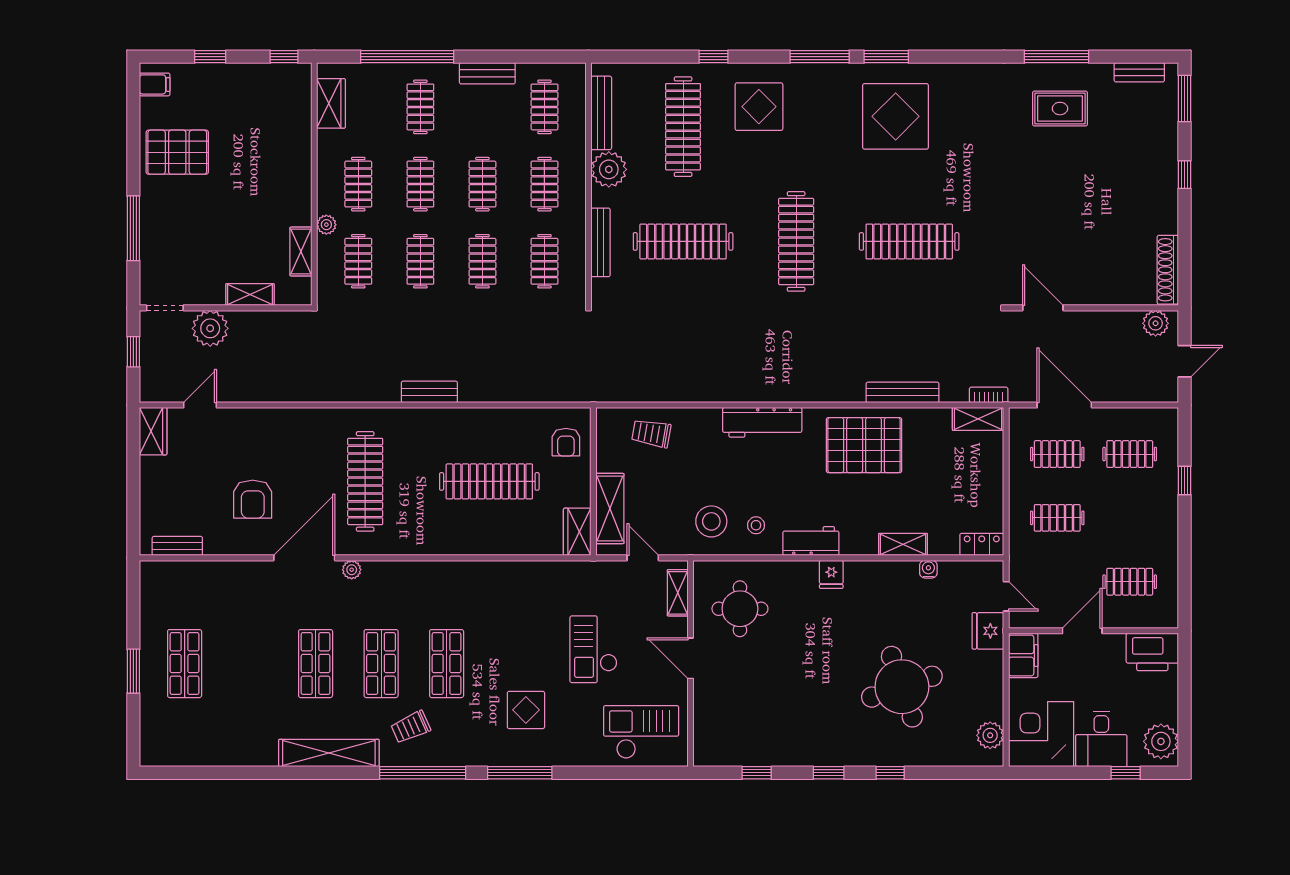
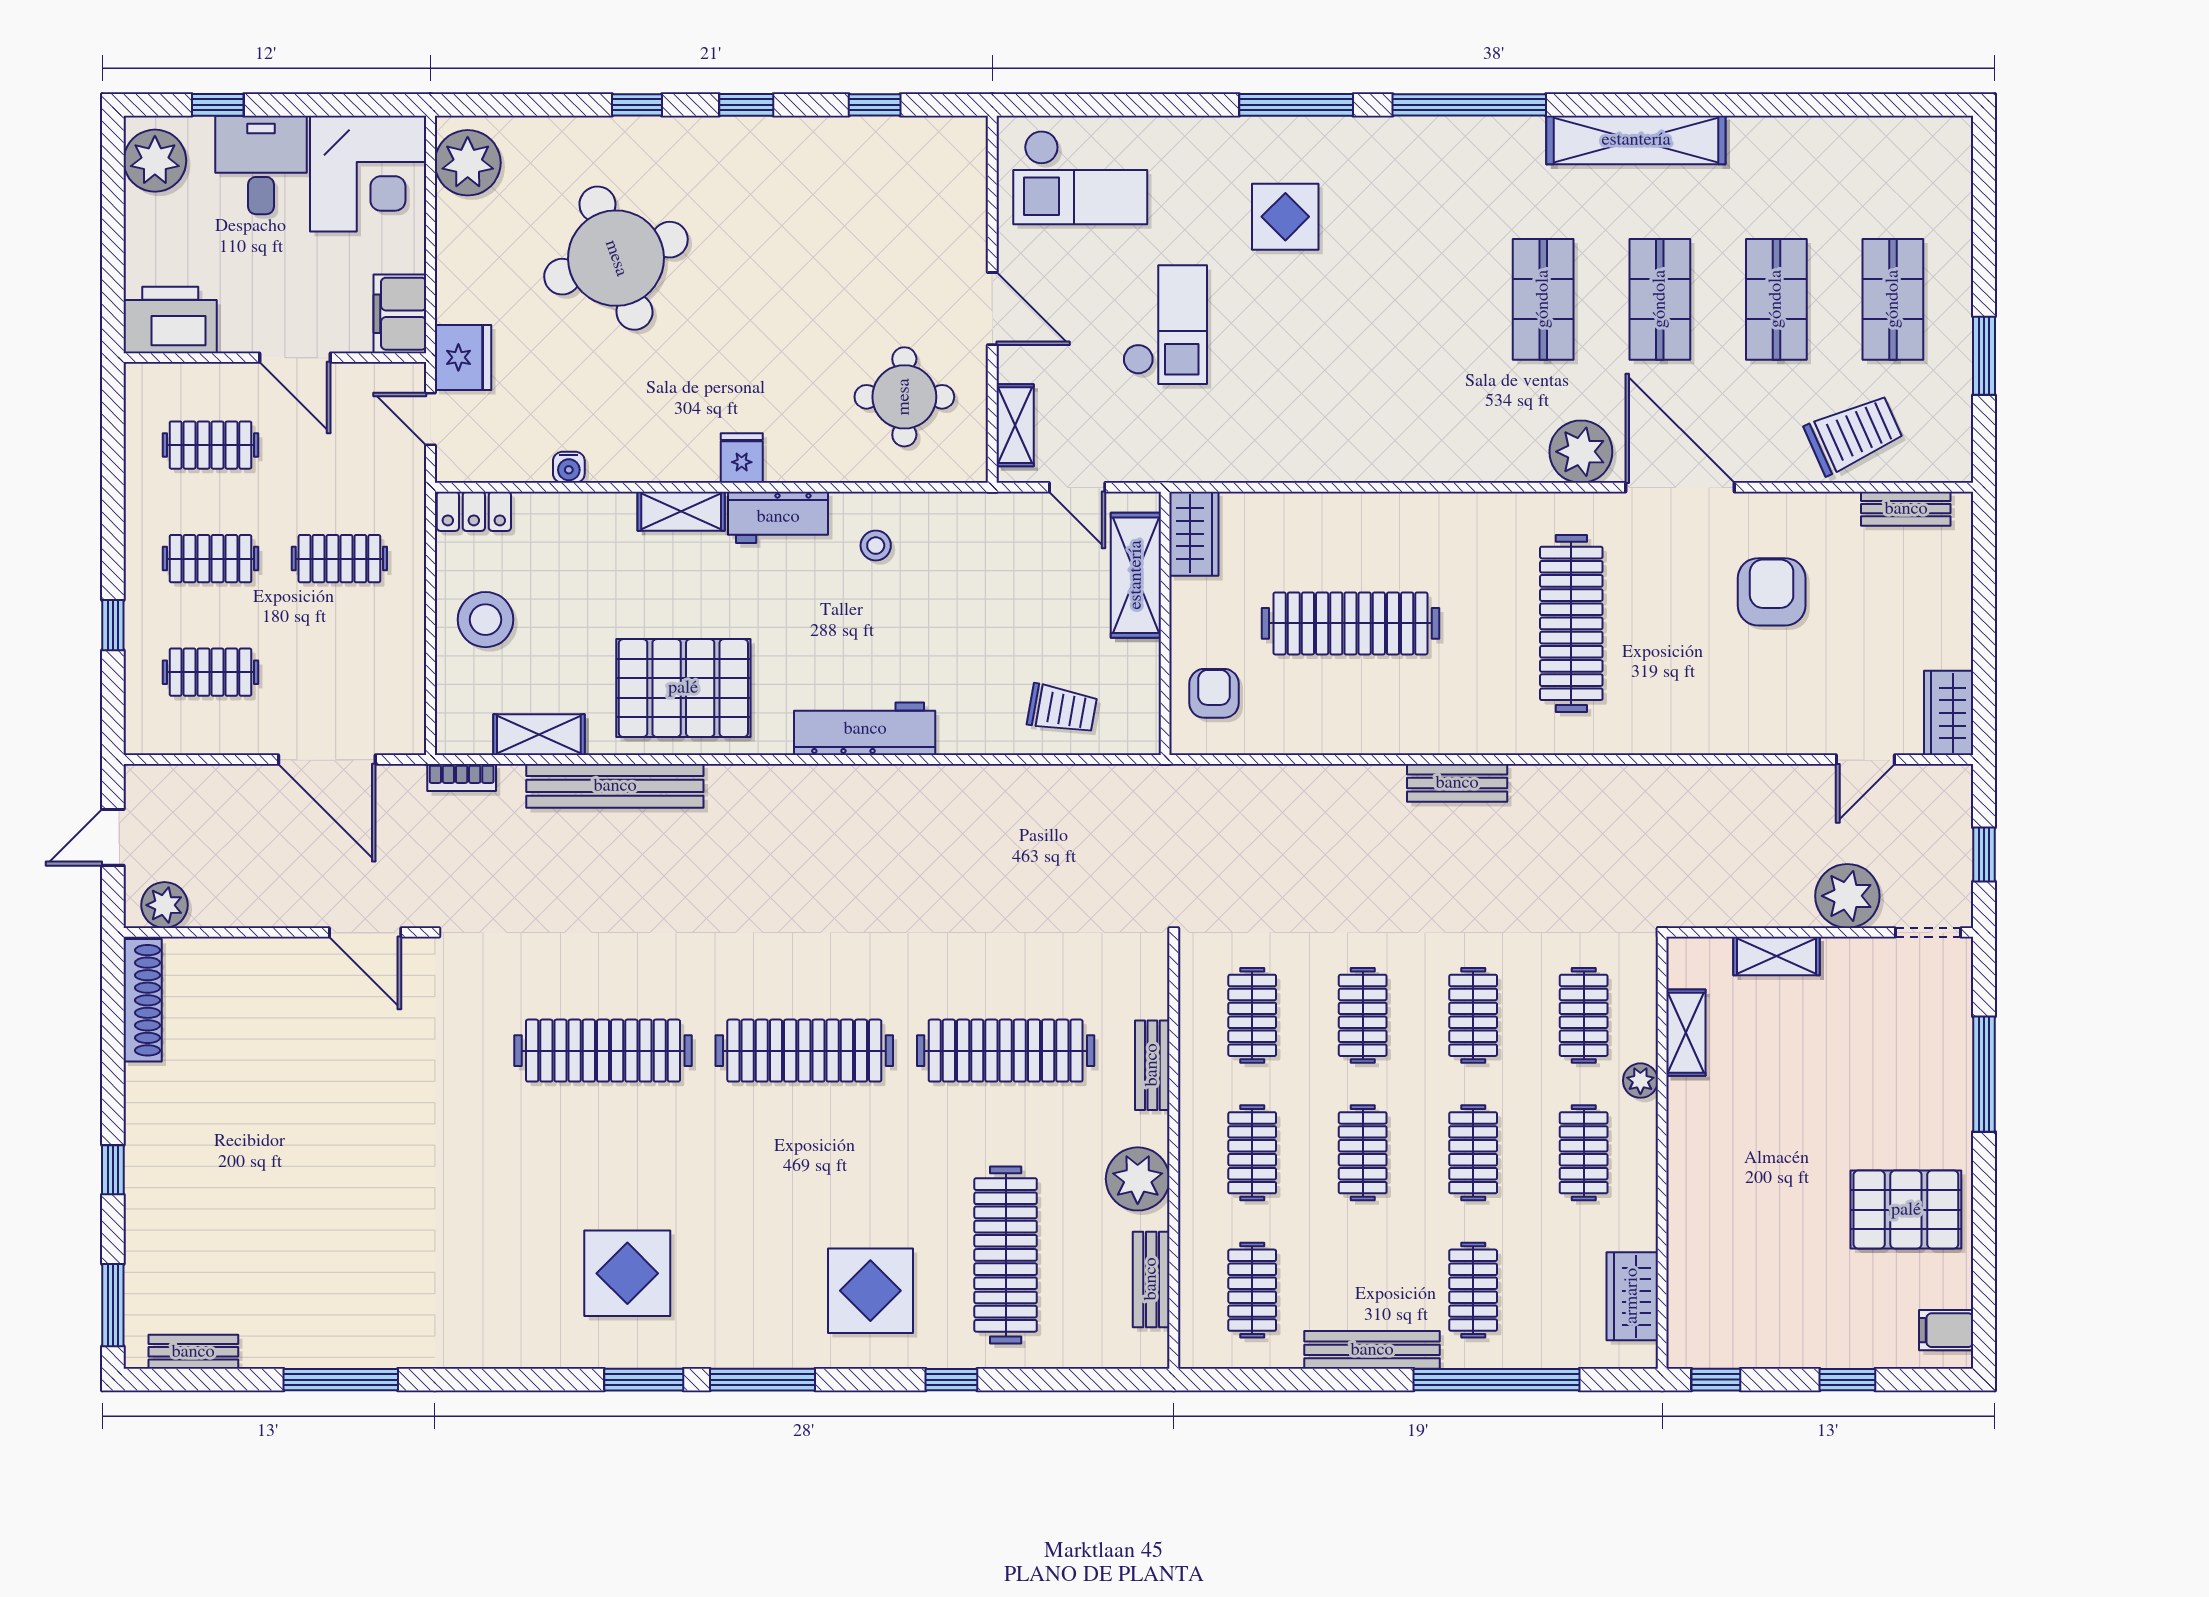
bench: (487, 73) -> (1372, 1350), width x1.36
rug: (1060, 109) -> (335, 1287), removed
bench: (601, 113) -> (1151, 1279), width x0.73
display table: (896, 116) -> (627, 1273), width x0.73, depth x0.73
clothes rail: (796, 241) -> (804, 1051), turned 90
bench: (601, 242) -> (1152, 1065), width x0.73
bench: (903, 392) -> (615, 786), width x1.37, depth x1.21
shelving: (978, 419) -> (539, 735), moved
clothes rail: (1057, 454) -> (210, 559), moved
stool: (711, 521) -> (485, 620), moved
shelving: (903, 544) -> (681, 511), moved
door: (304, 558) -> (1680, 487), swing flipped
plant: (352, 570) -> (1581, 452), width x1.88, depth x1.88
door: (1082, 631) -> (295, 358), hinge flipped
shop shelf: (447, 664) -> (1776, 299), moved
window: (133, 671) -> (1984, 356), moved
trolley: (411, 727) -> (1854, 434), moved, width x1.36, depth x1.39
plant: (990, 735) -> (468, 163), width x1.36, depth x1.36

